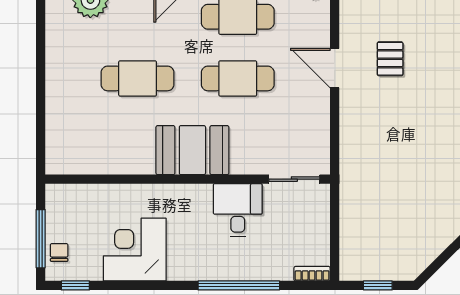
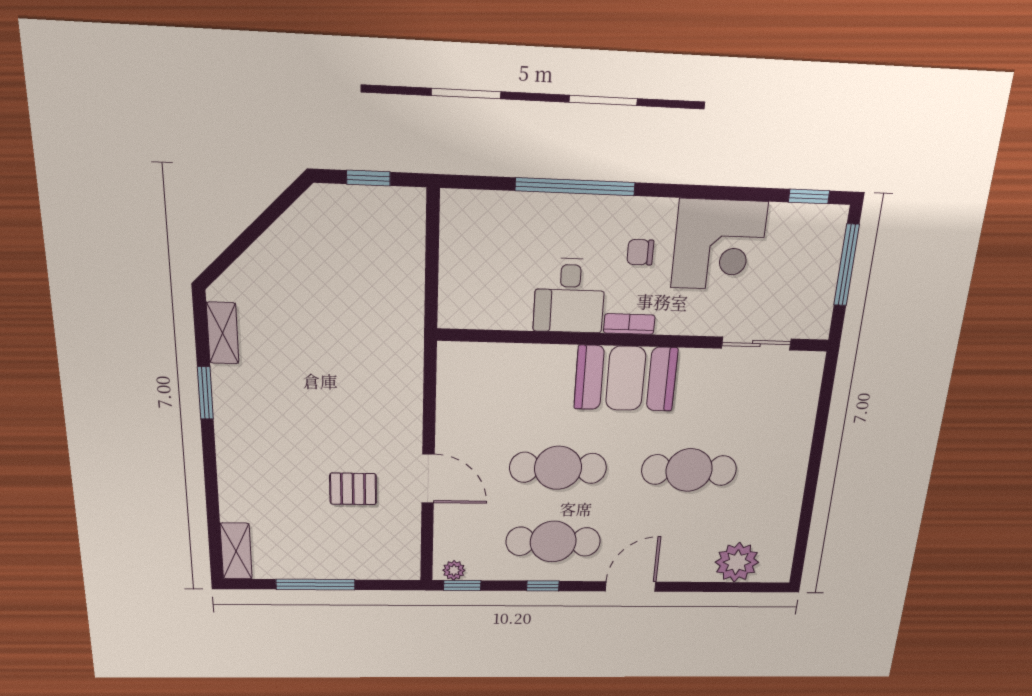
pallet: (390, 59) -> (353, 489), turned 90
sliding door: (294, 179) -> (756, 344), moved
chair: (59, 252) -> (640, 252), moved, turned 90
bookcase: (312, 274) -> (629, 324), moved, turned 180

